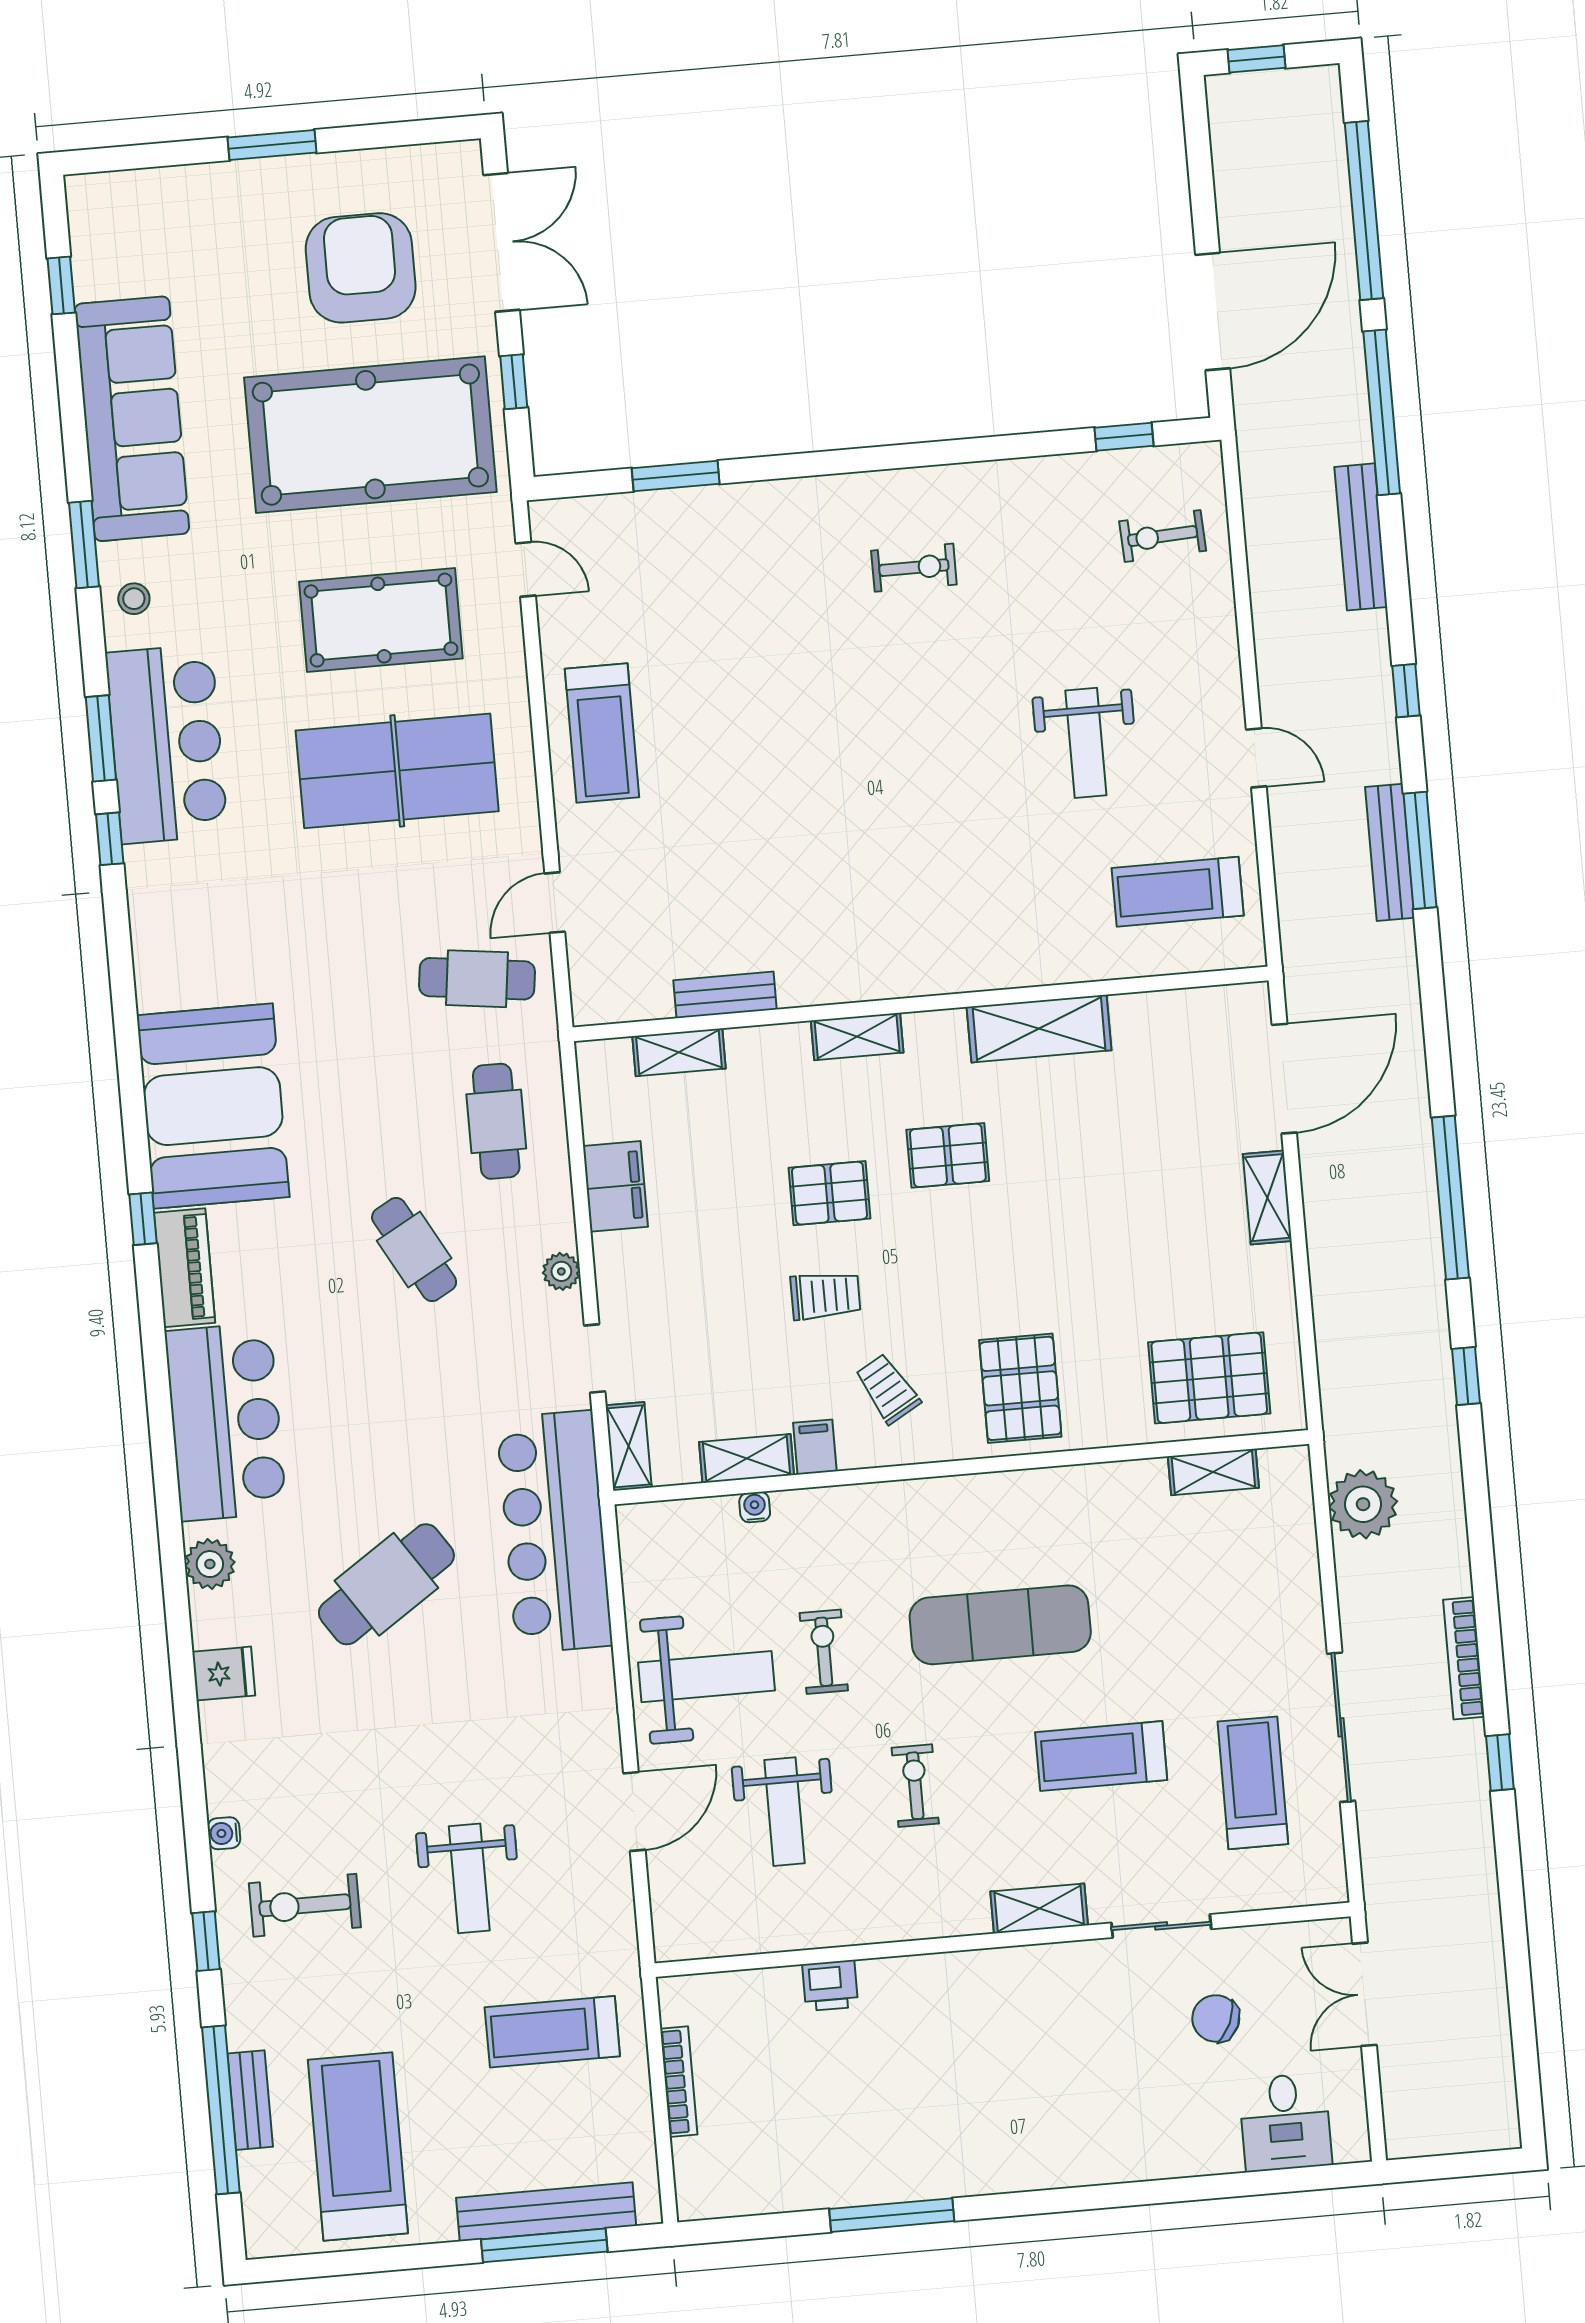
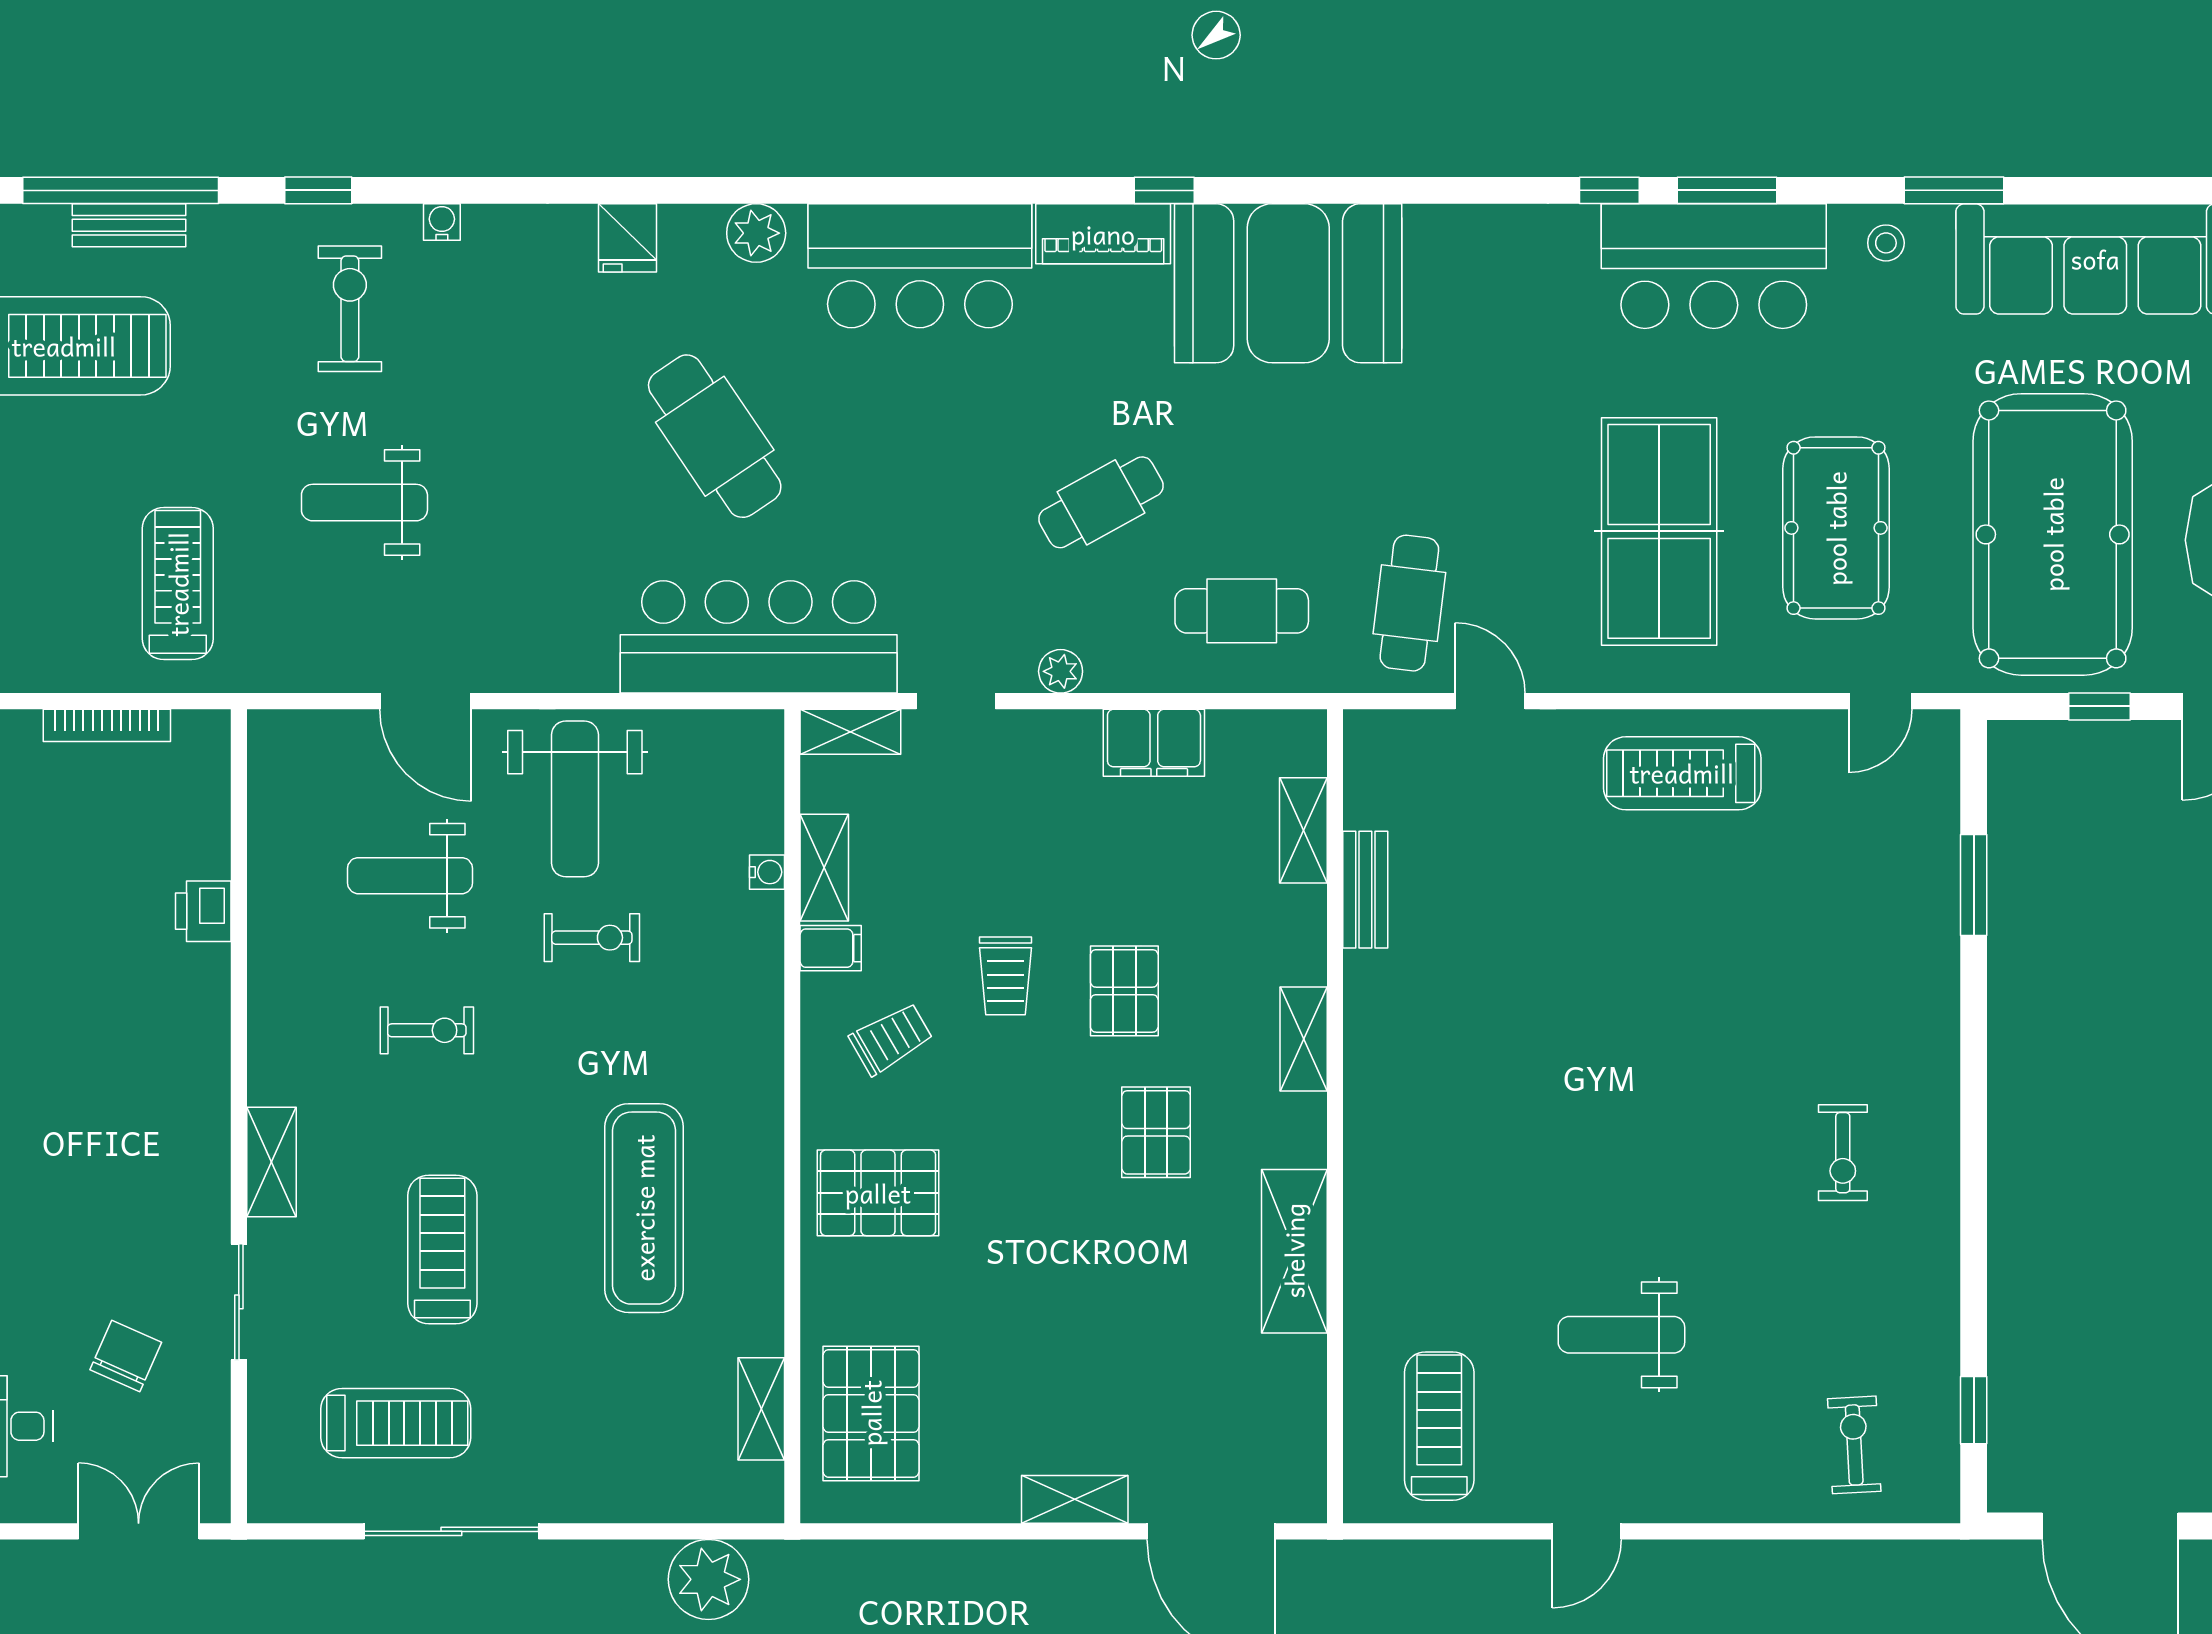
exercise mat: (1000, 1625) -> (644, 1208), moved

